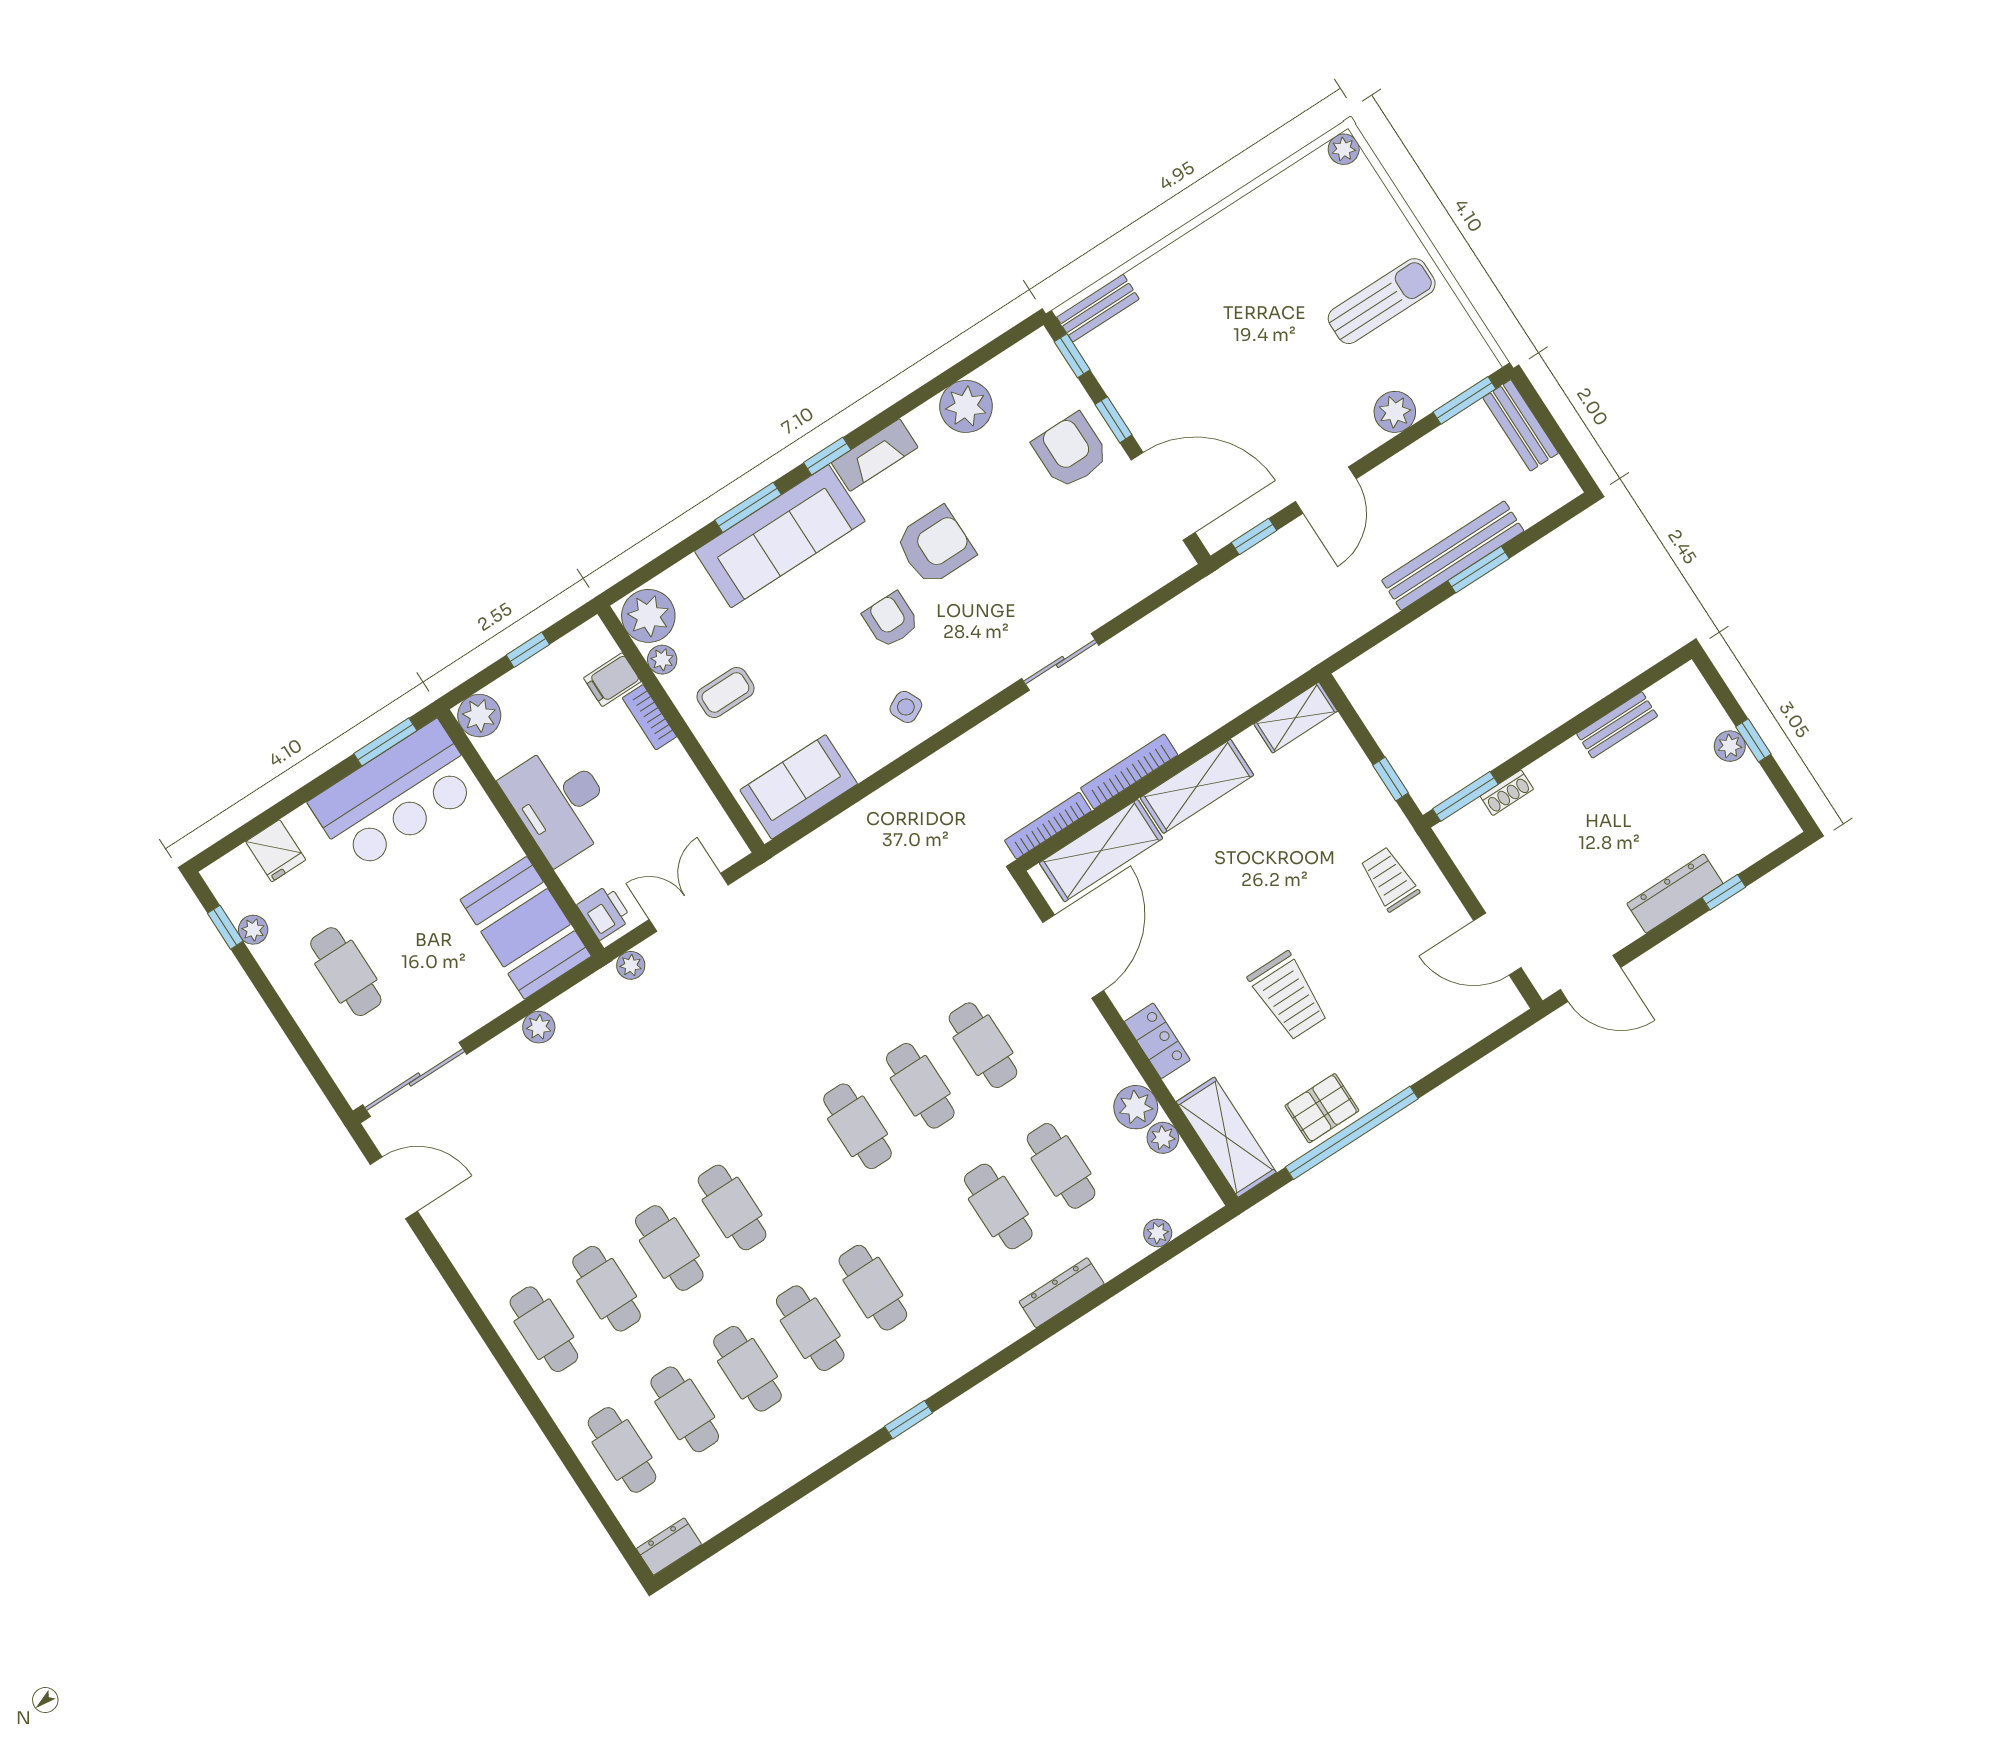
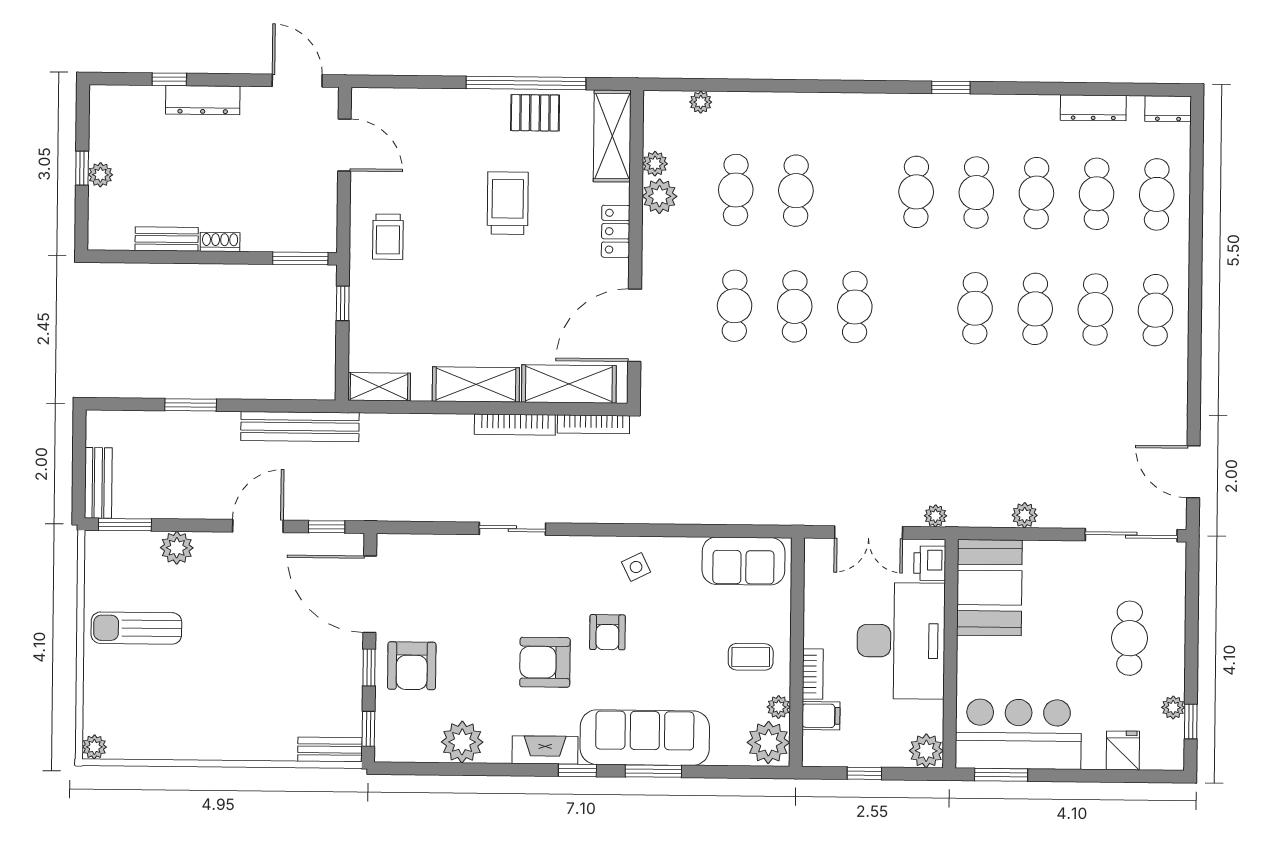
bench: (1453, 556) -> (300, 427), moved
shoe rack: (1507, 793) -> (220, 242), moved
desk: (560, 803) -> (901, 641), width x1.36, depth x1.30
dresser: (1062, 1293) -> (1093, 108), moved

